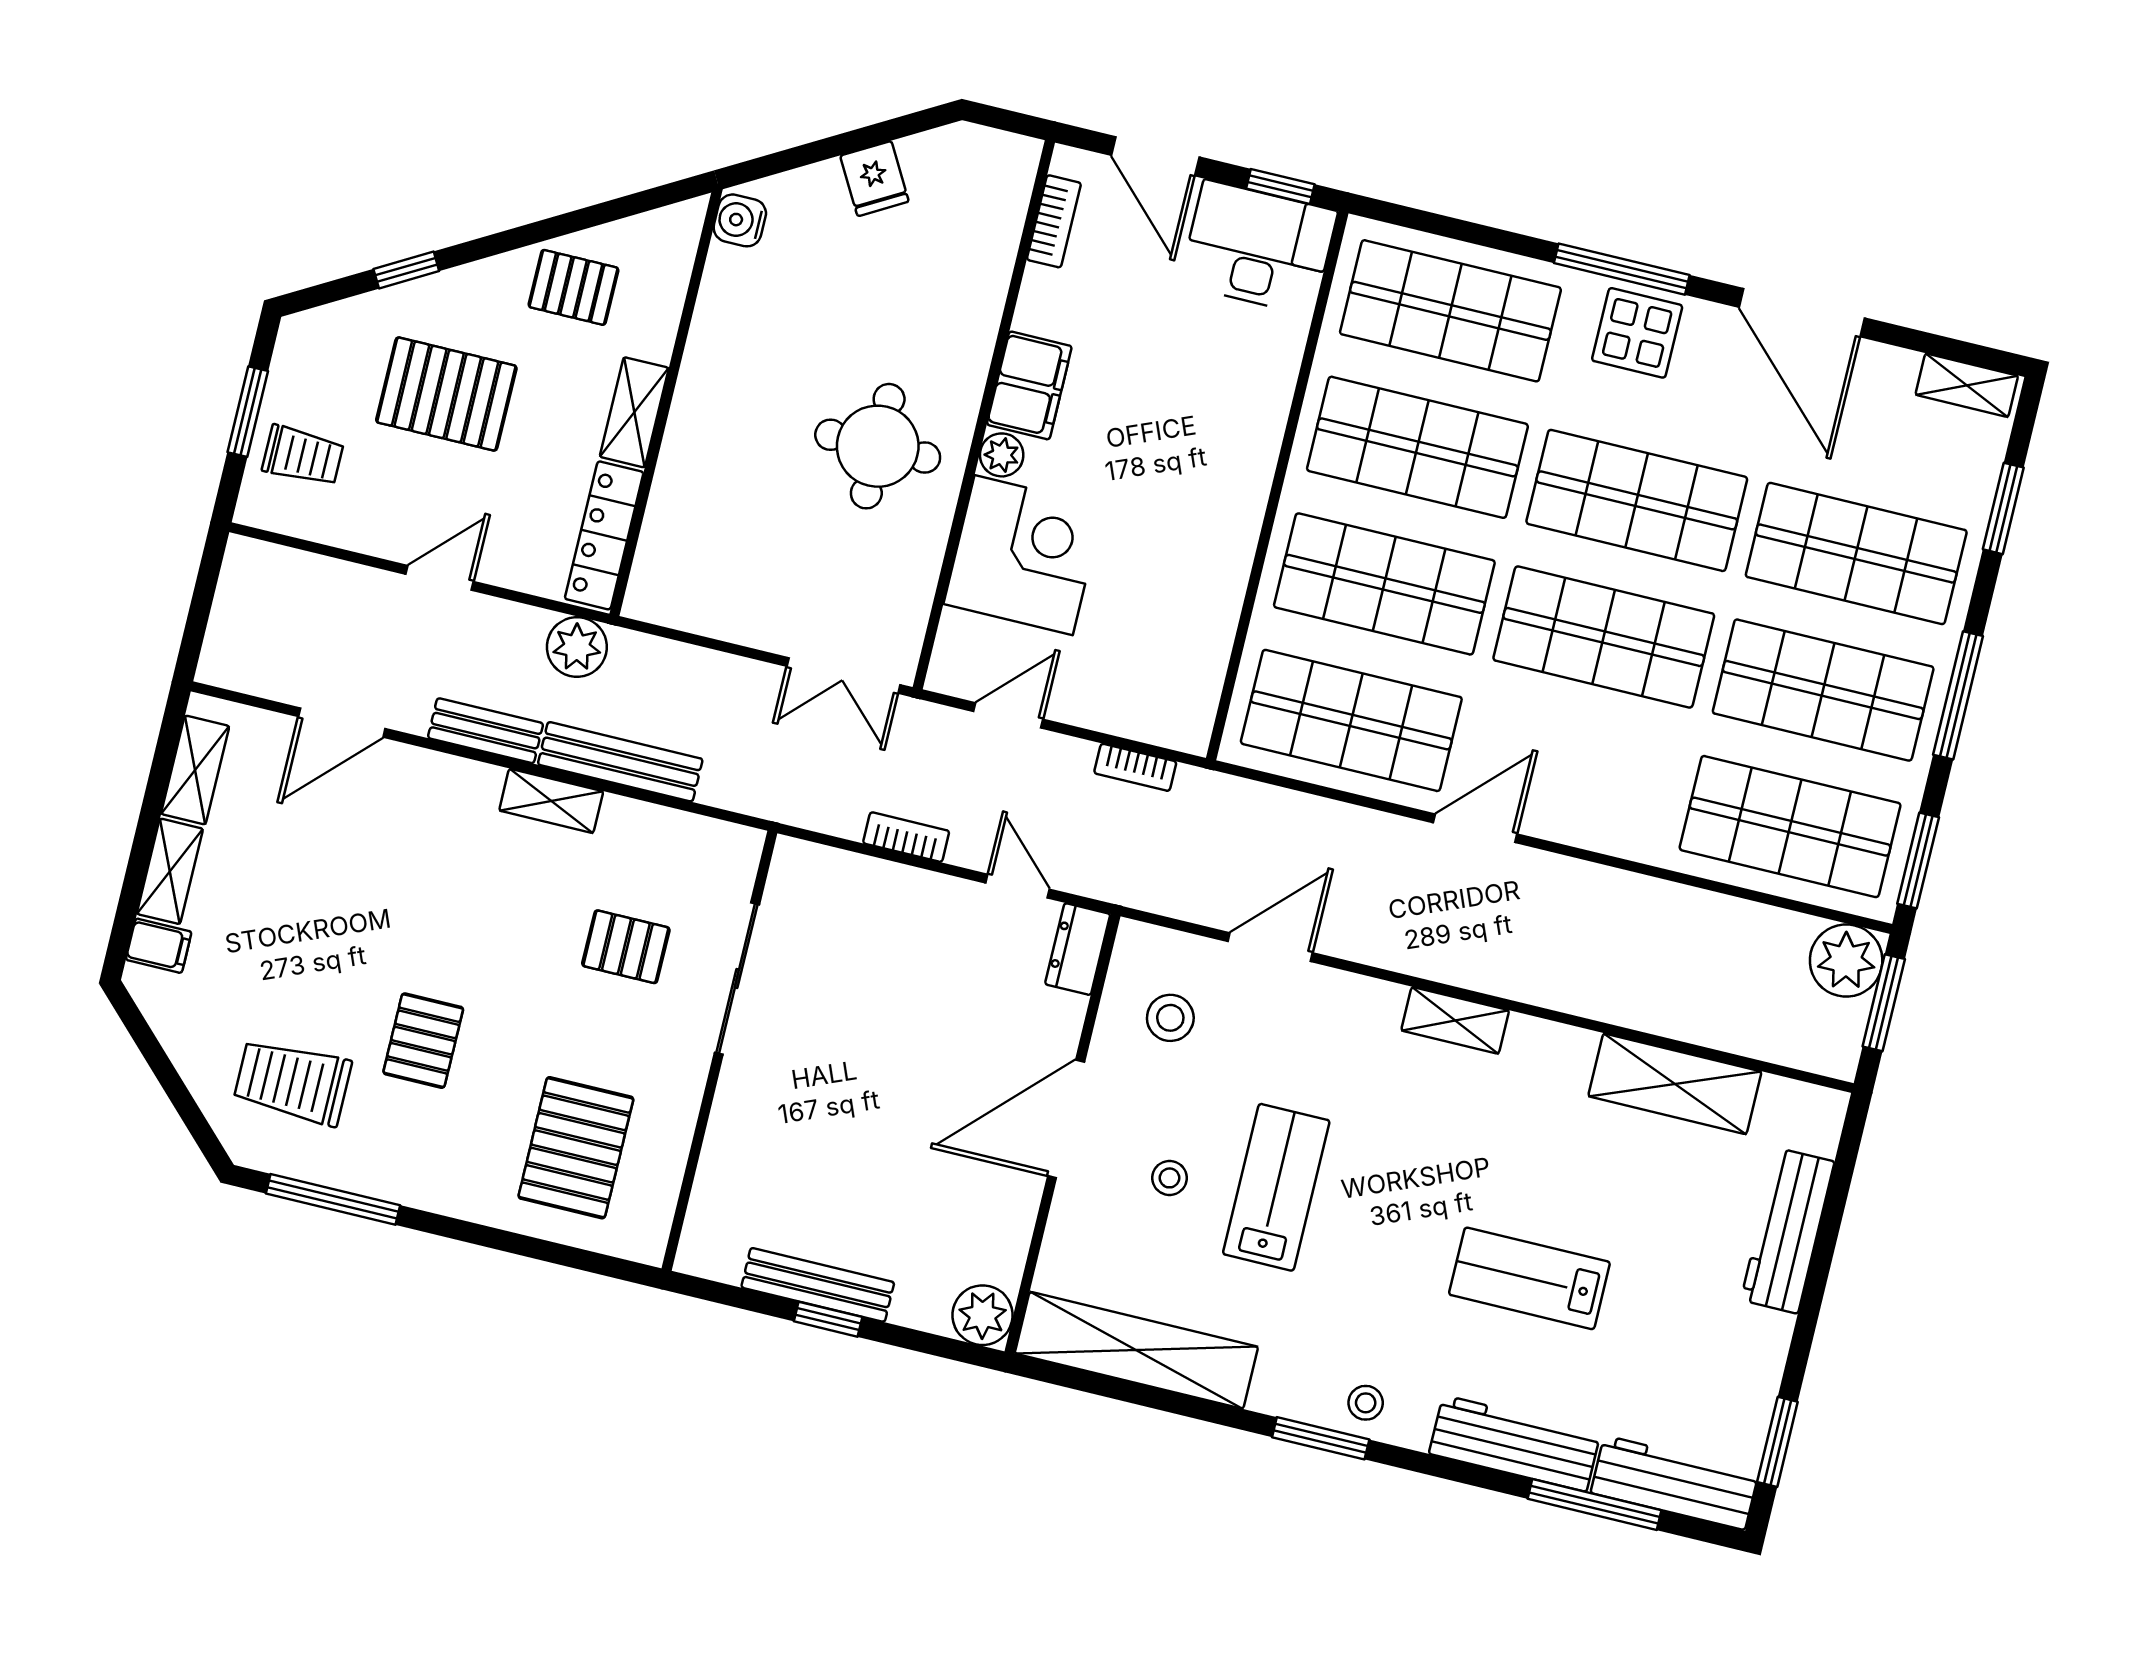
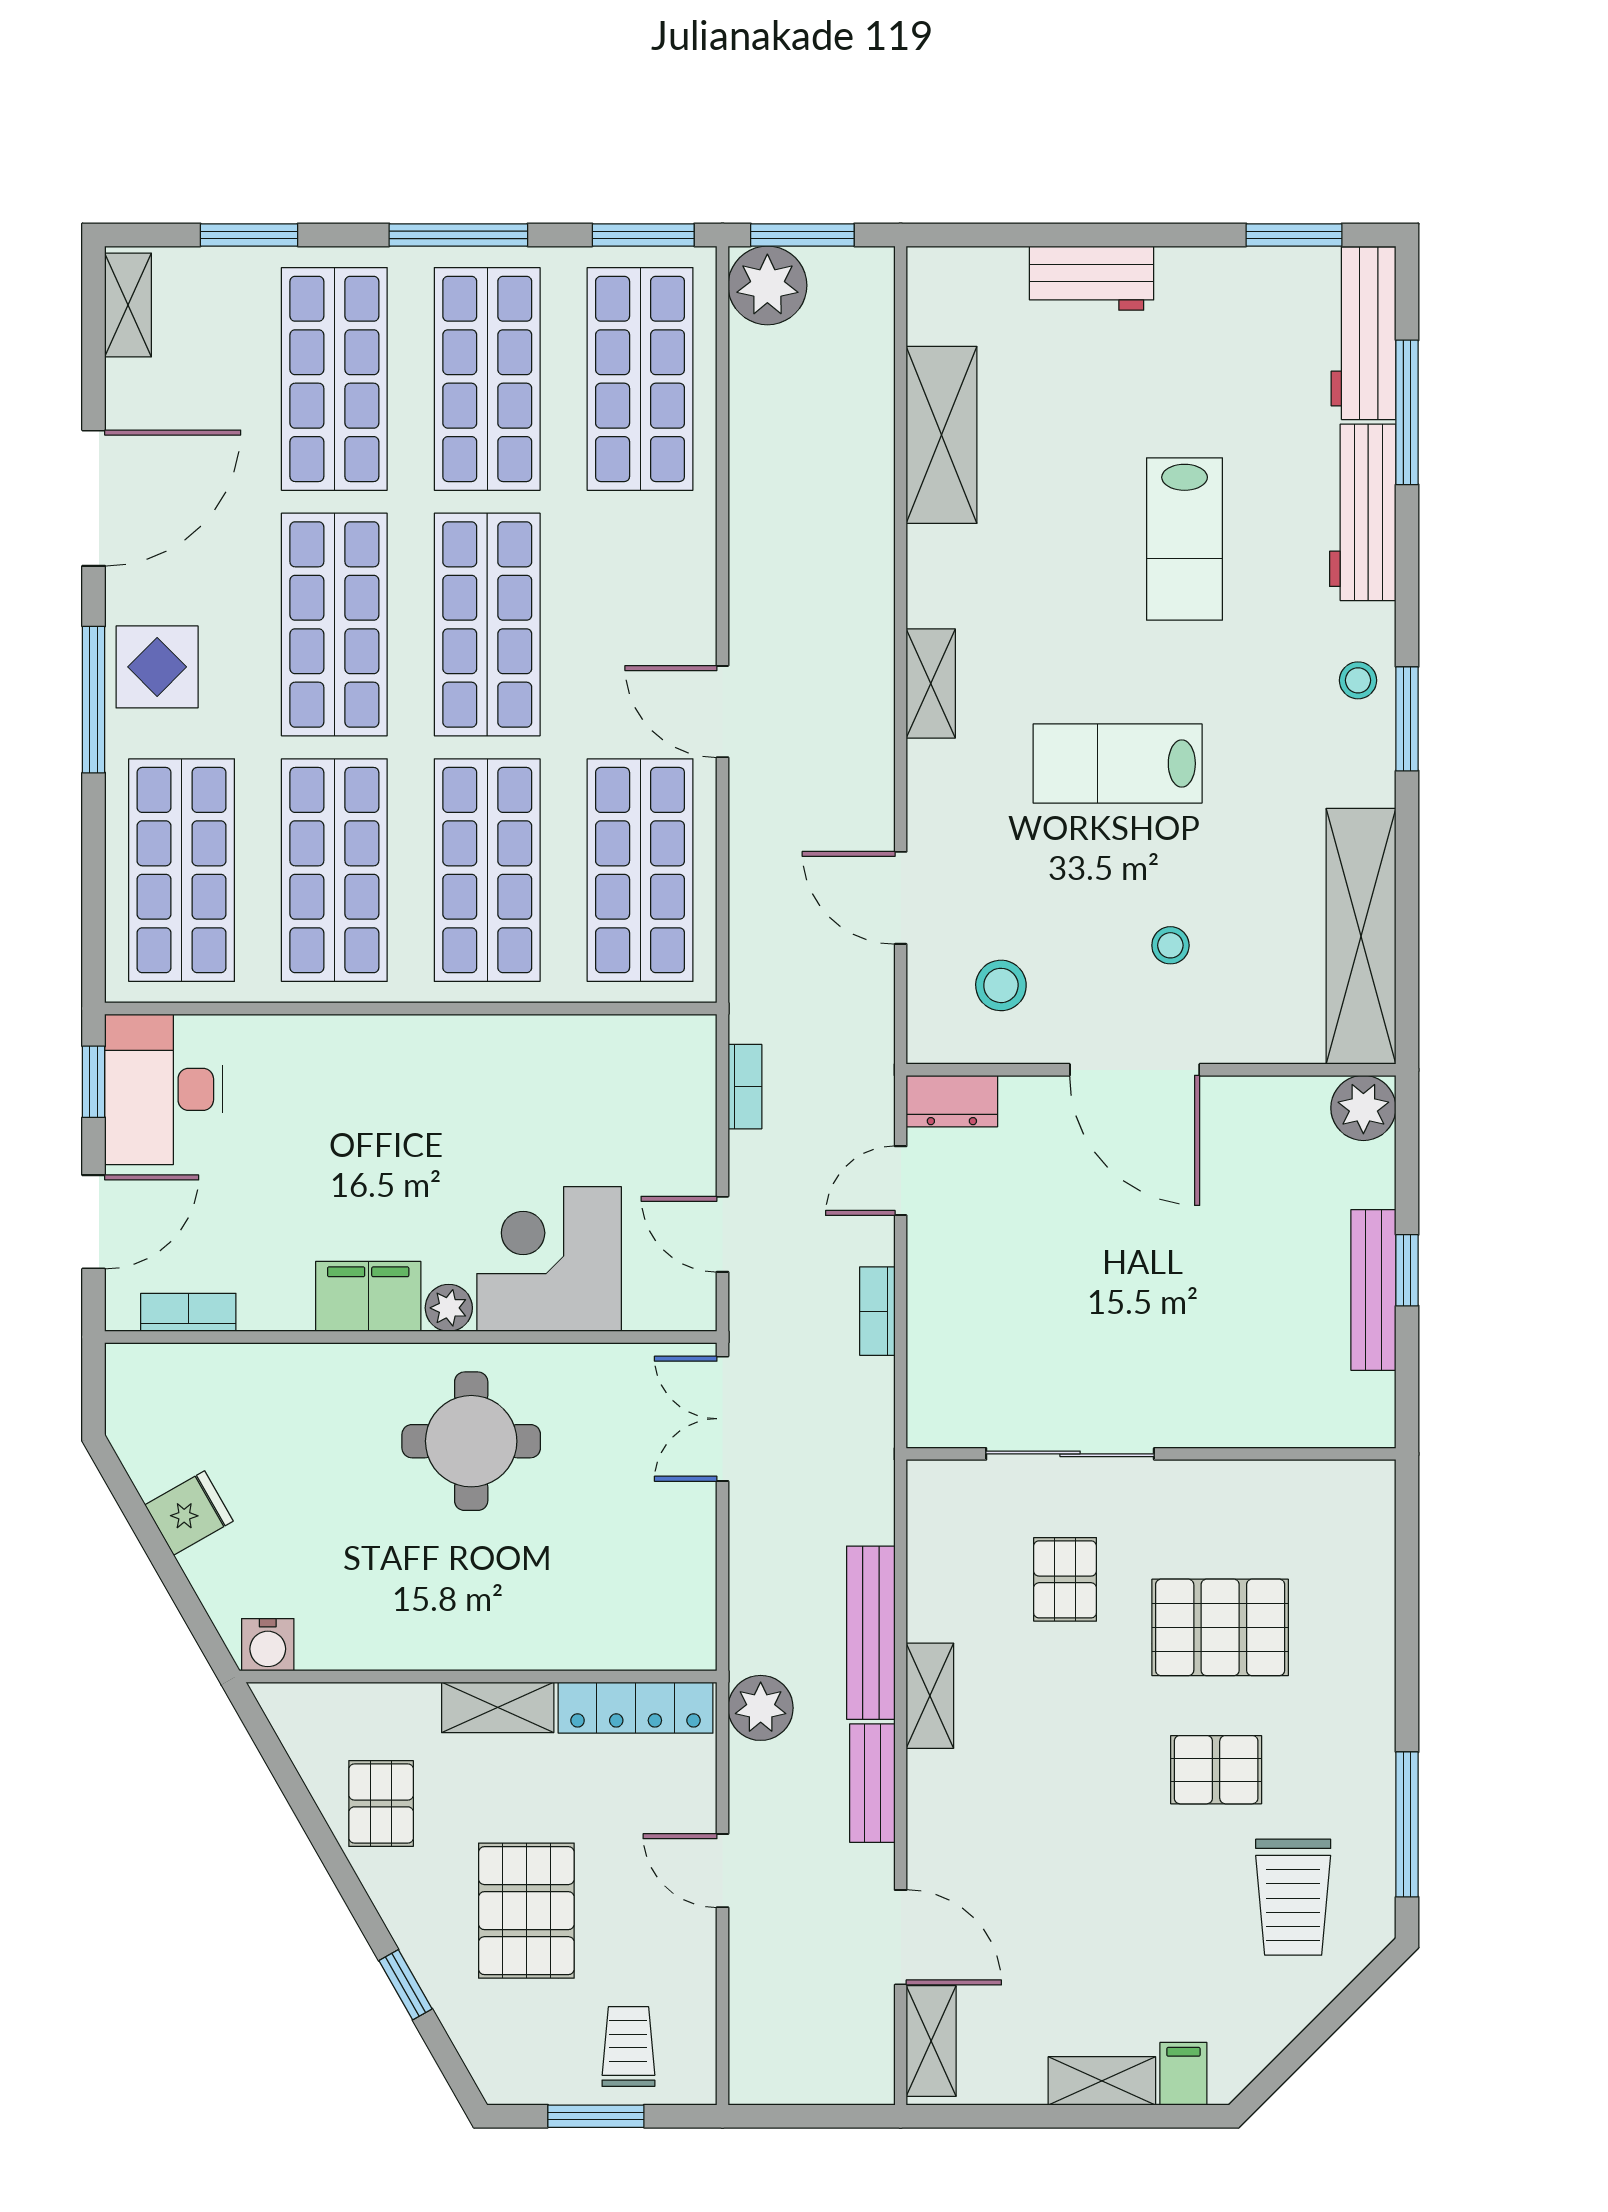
double door: (843, 675) -> (722, 1419), swing flipped
shelving: (195, 770) -> (931, 2041), moved, turned 90
pallet: (576, 1148) -> (1220, 1627), moved
lab bench: (1276, 1187) -> (1118, 764), moved
workbench: (1788, 1231) -> (1092, 278), width x0.73

